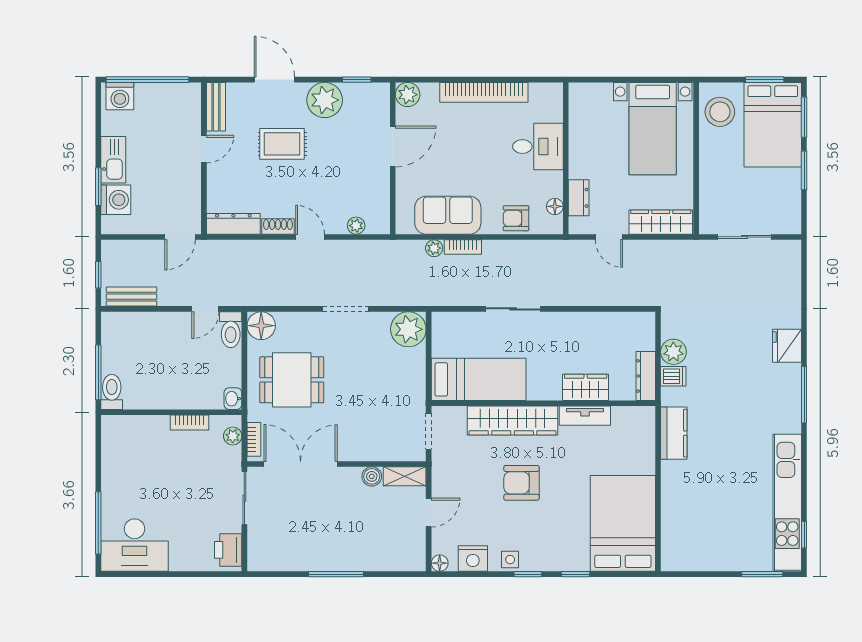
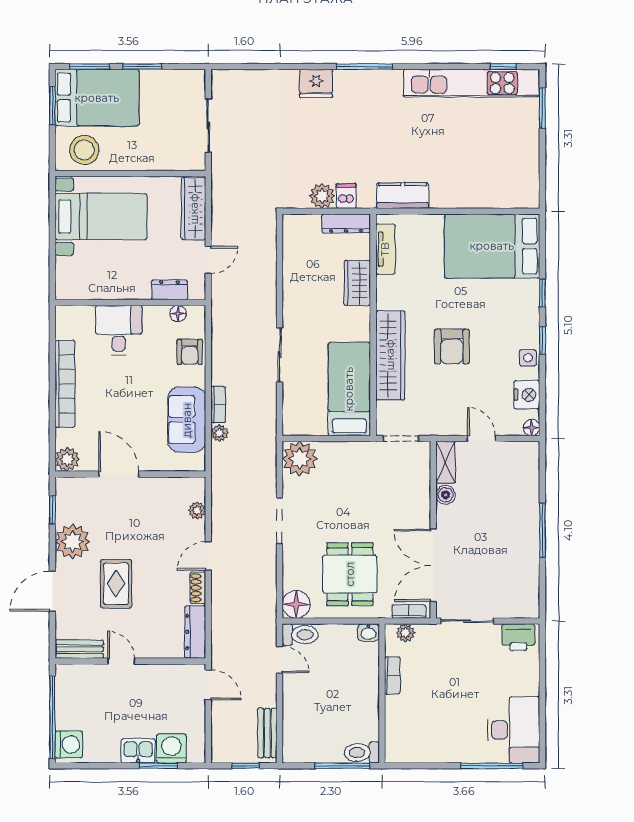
kitchen sink: (113, 160) -> (138, 751), width x0.73
tv unit: (585, 416) -> (385, 249), moved

